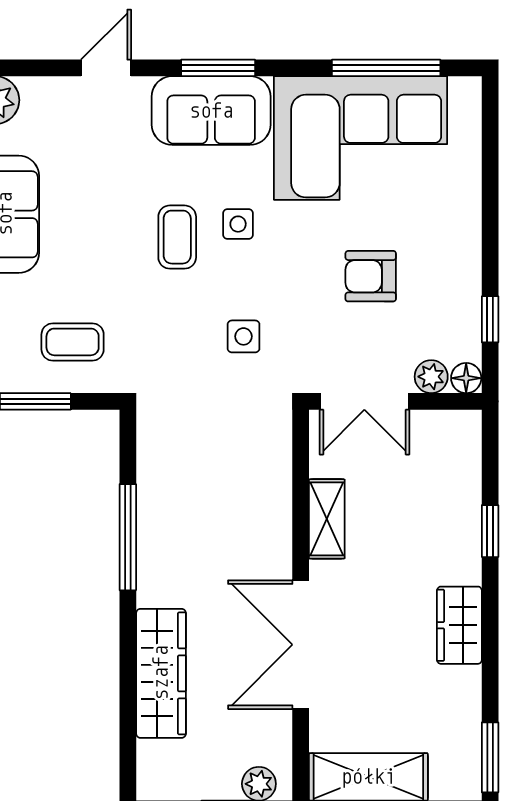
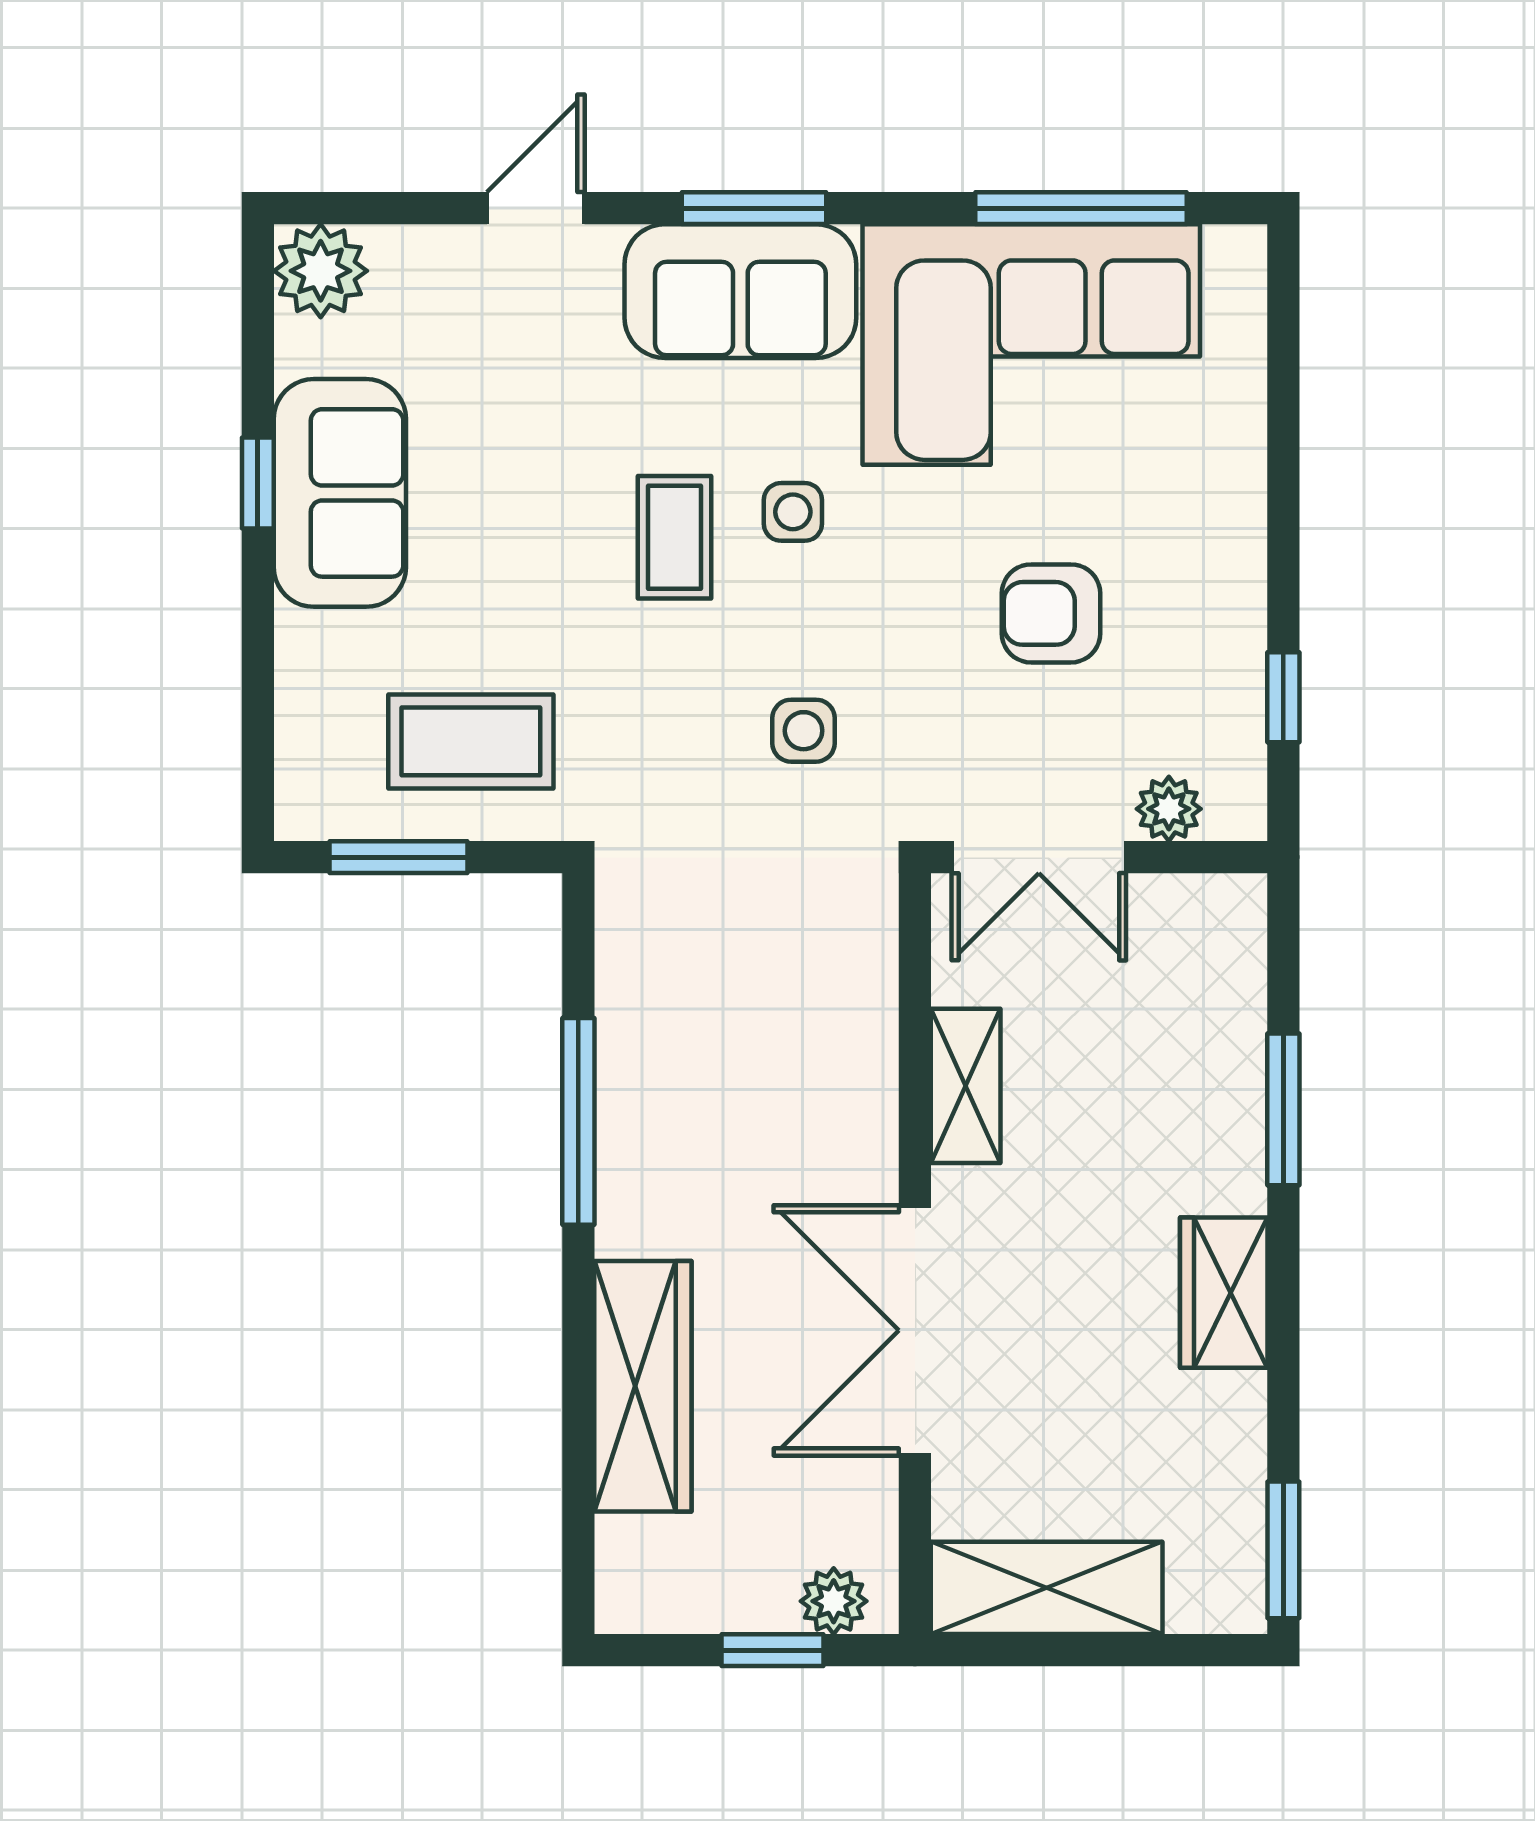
coffee table: (73, 342) -> (471, 741), width x1.36, depth x1.30
floor lamp: (466, 378) -> (1237, 812), removed
window: (490, 531) -> (1283, 1109), width x1.50

